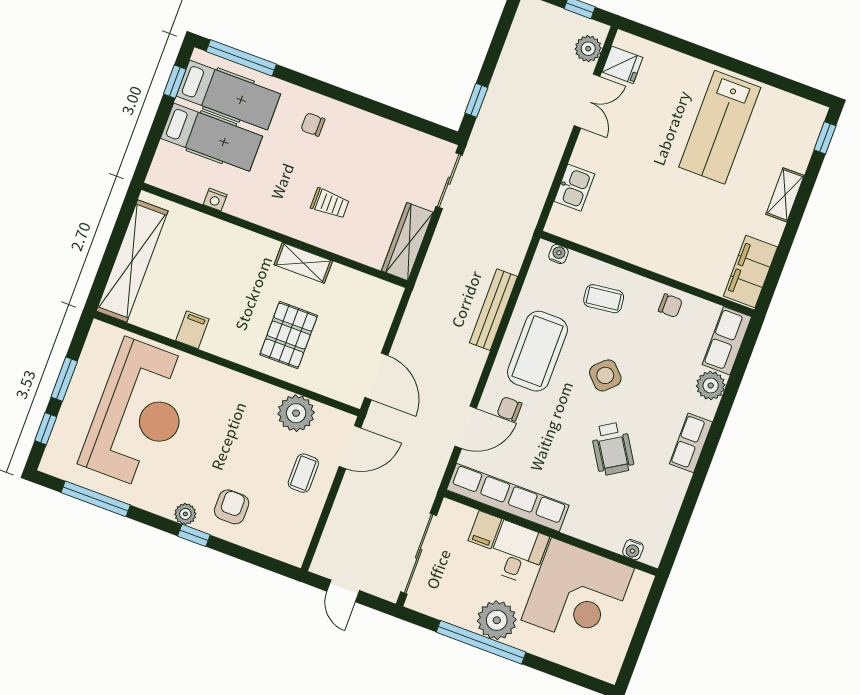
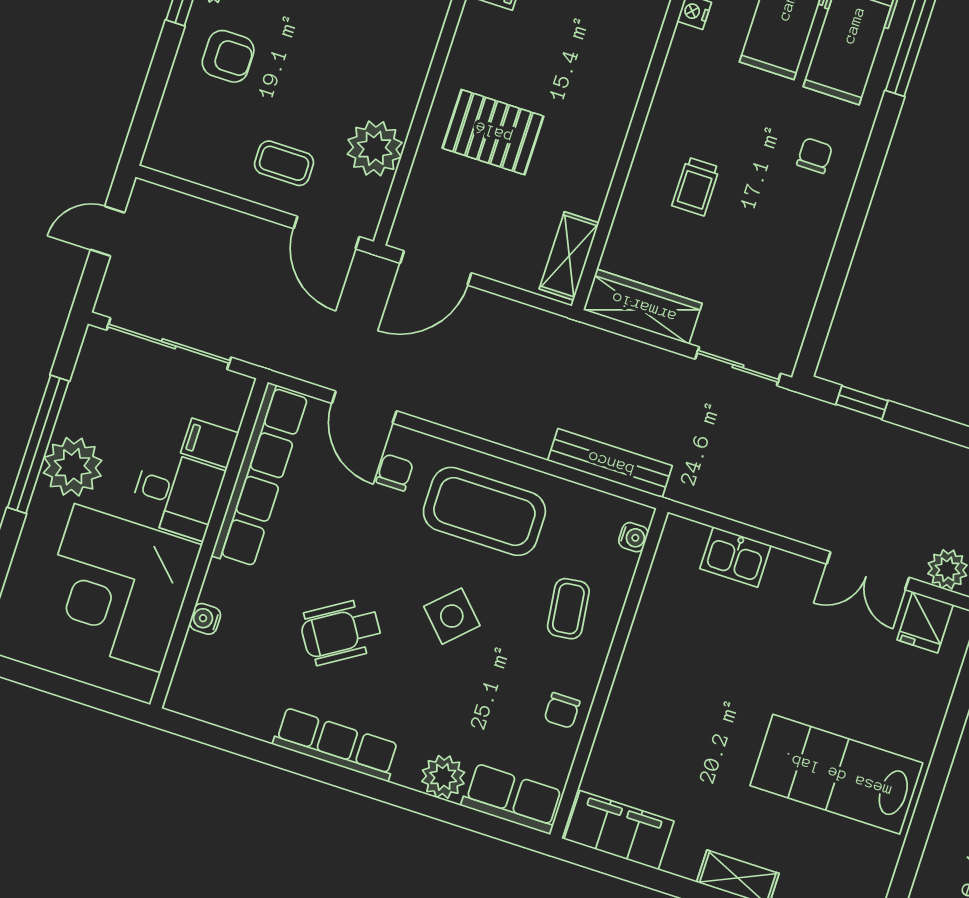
shelving: (303, 263) -> (569, 256), moved
bench: (494, 310) -> (610, 463), moved
row of seats: (691, 443) -> (336, 744), width x1.48
water cooler: (633, 550) -> (205, 619), moved

